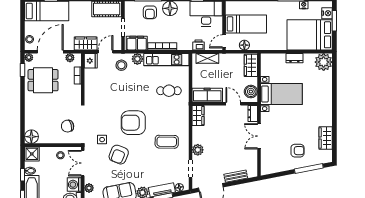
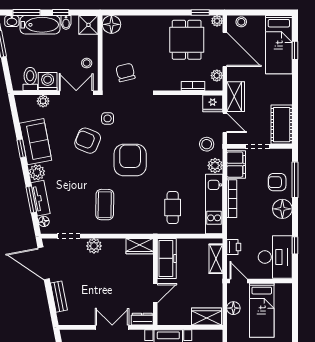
boiler: (251, 92) -> (172, 317), removed

